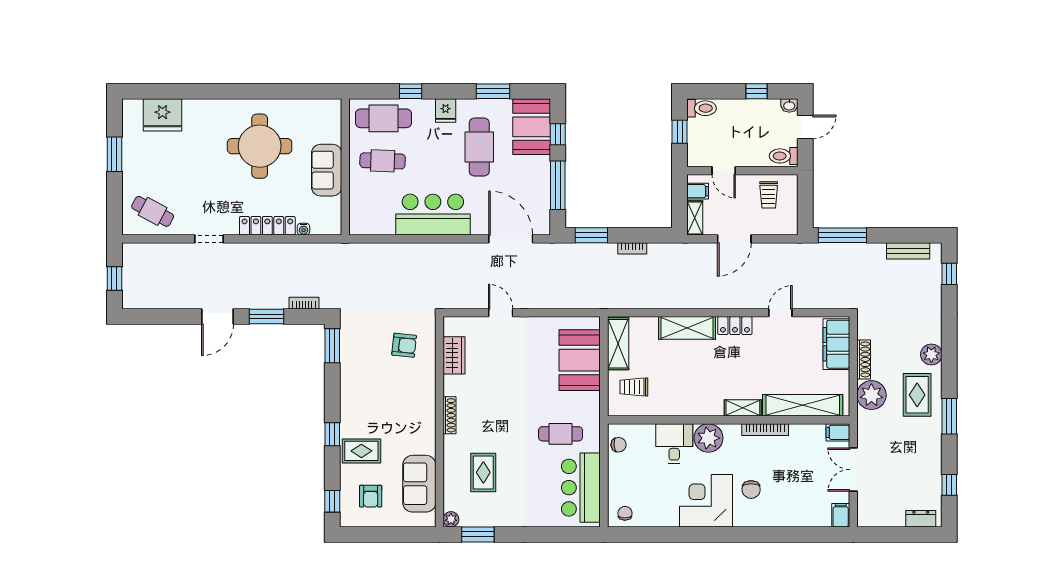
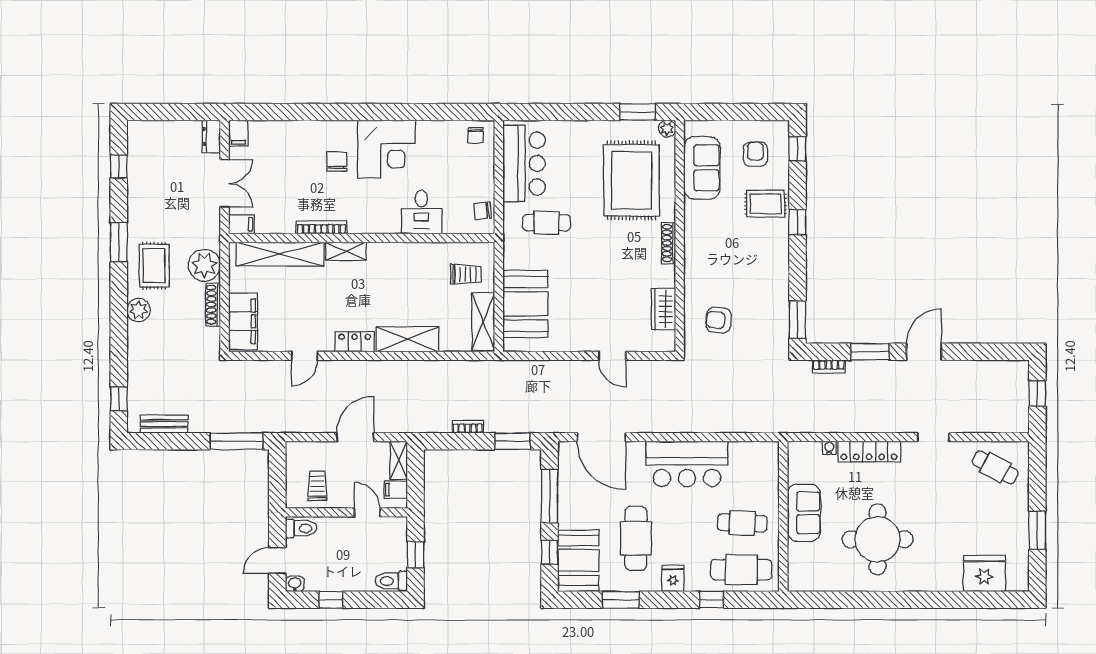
plant: (708, 438) -> (384, 218), removed
rug: (483, 472) -> (631, 180), width x1.86, depth x2.06
dresser: (921, 519) -> (211, 136), moved, turned 90

